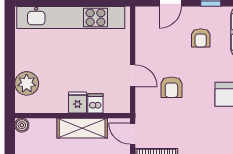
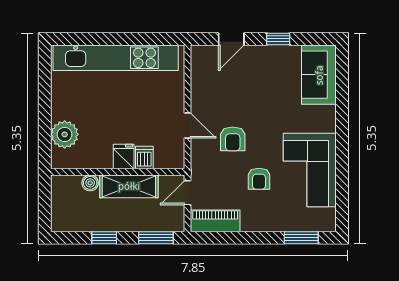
armchair: (201, 38) -> (259, 179), moved
boiler: (22, 125) -> (90, 183), moved
door: (133, 134) -> (188, 193), hinge flipped

